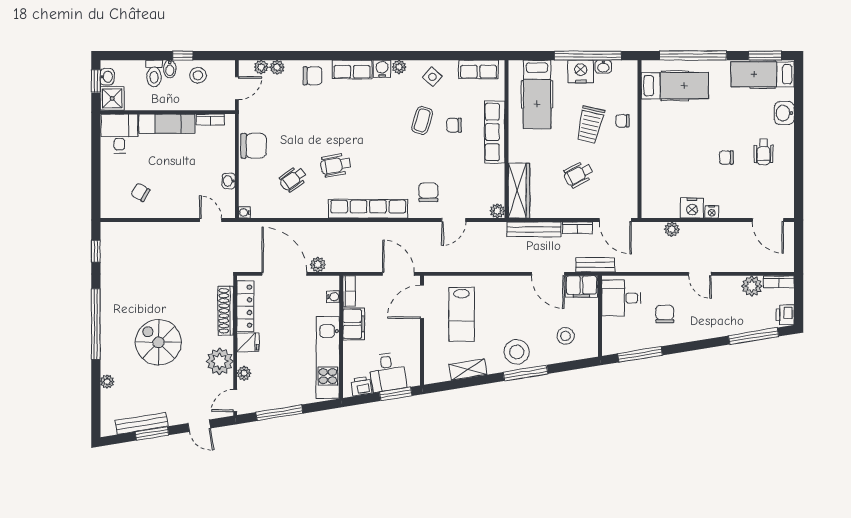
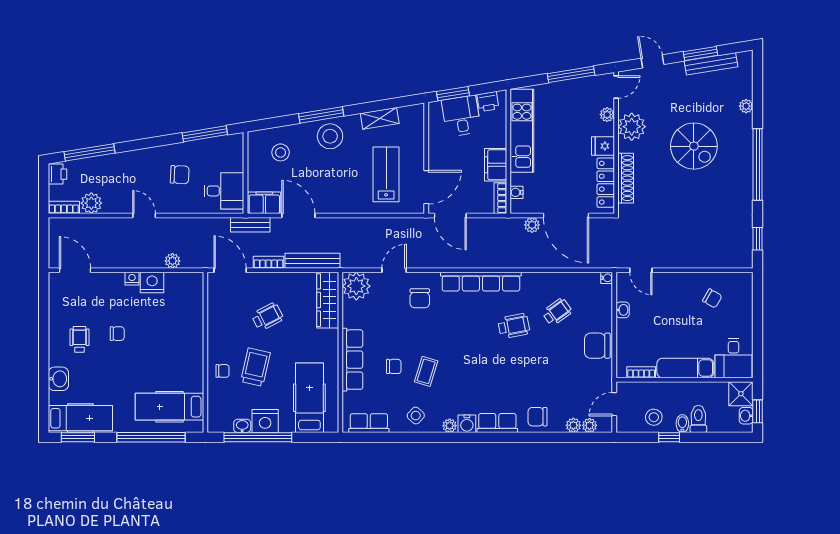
plant: (497, 211) -> (356, 286), width x1.88, depth x1.88
chair: (665, 314) -> (180, 175), turned -87

